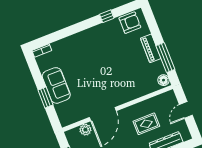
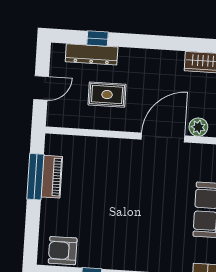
piano: (151, 48) -> (52, 177), moved
floor lamp: (164, 80) -> (53, 146), removed

